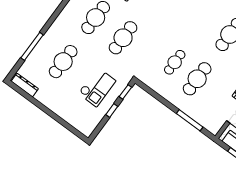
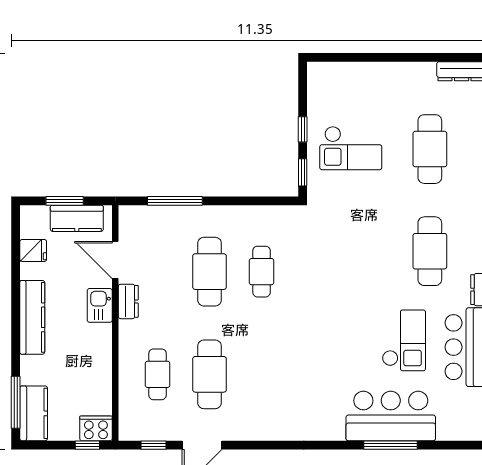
cafe table: (123, 38) -> (366, 251), removed
checkout: (97, 87) -> (351, 148), turned -90

